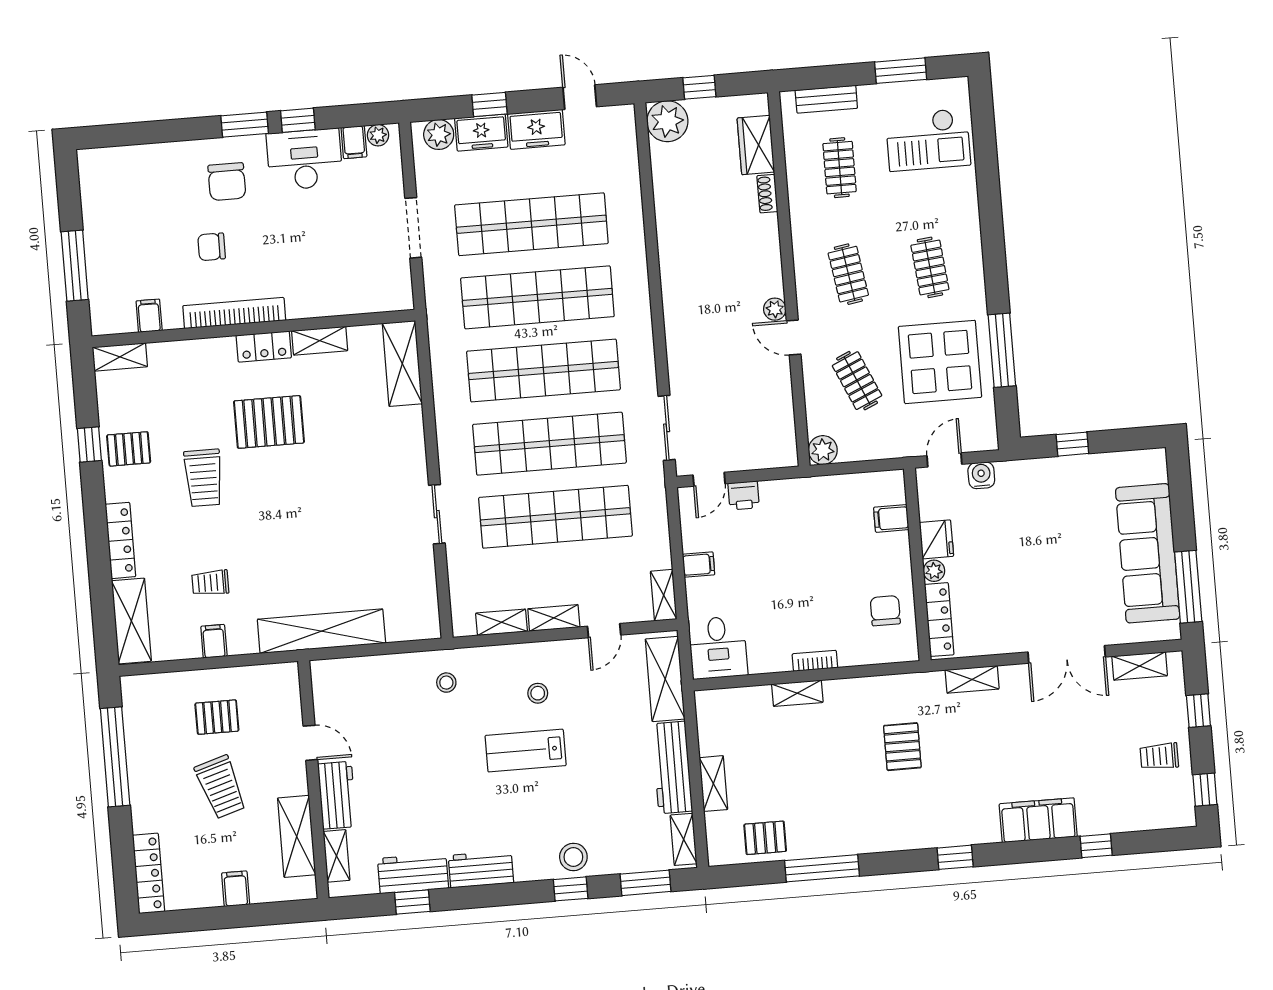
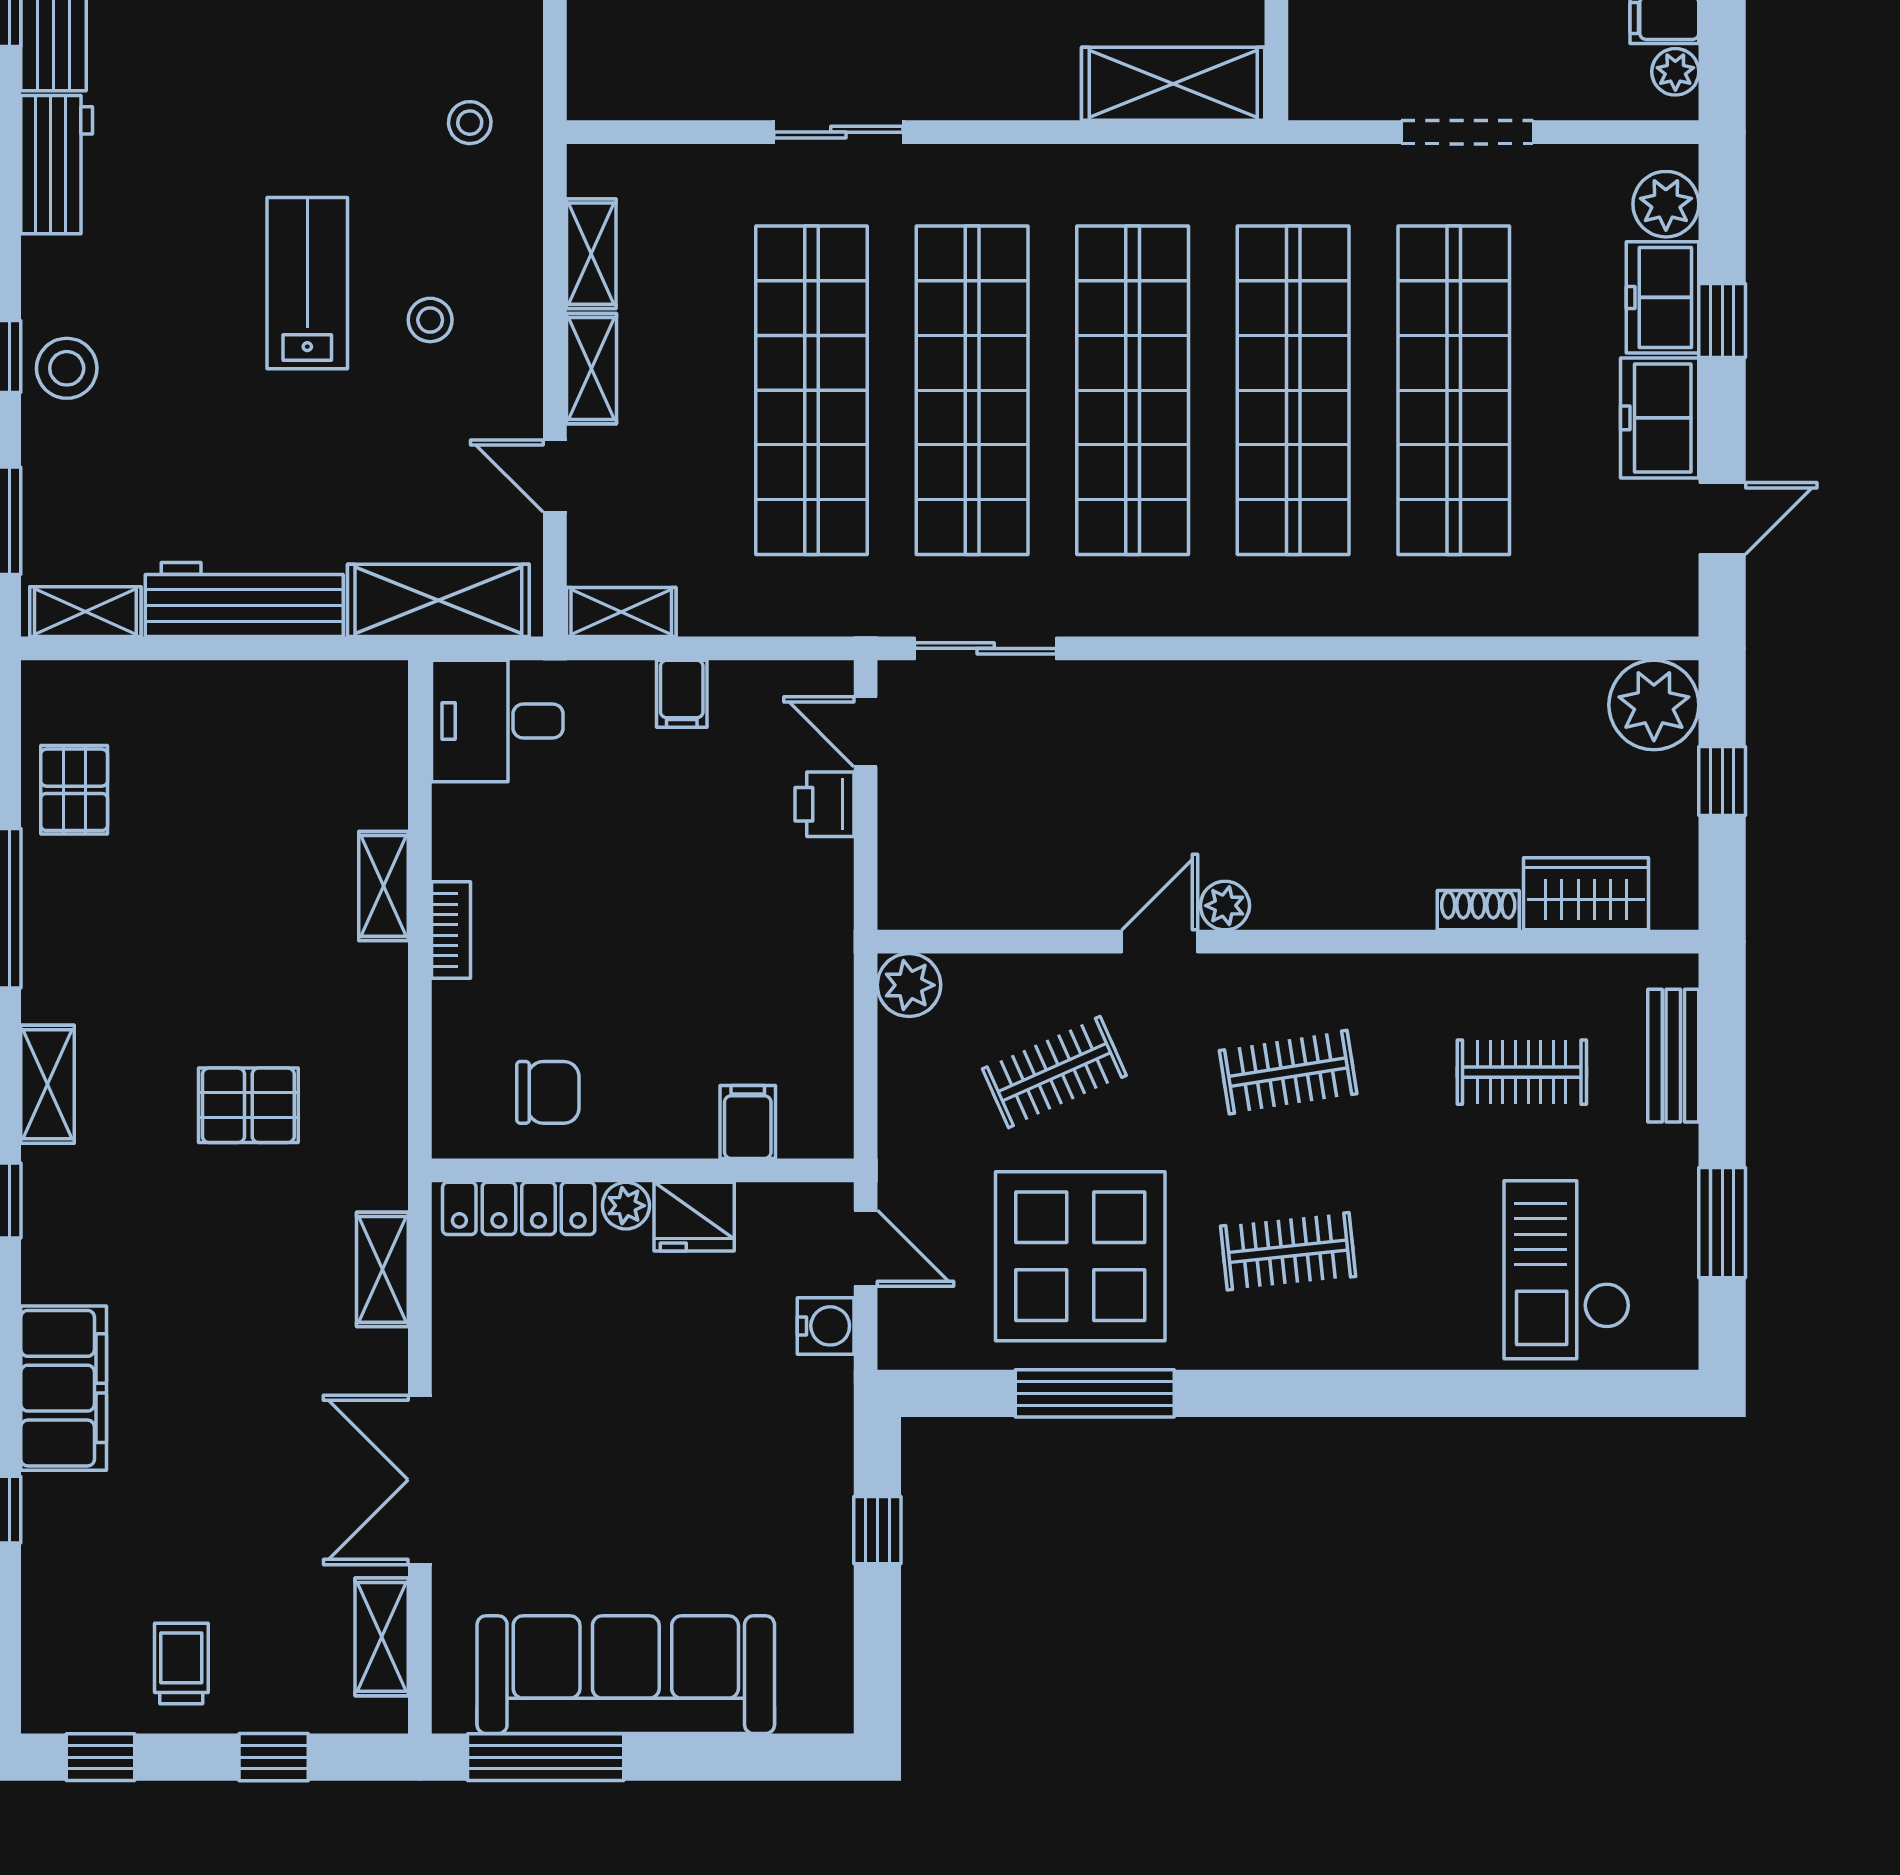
shelving: (713, 784) -> (48, 1084), moved, turned 90

